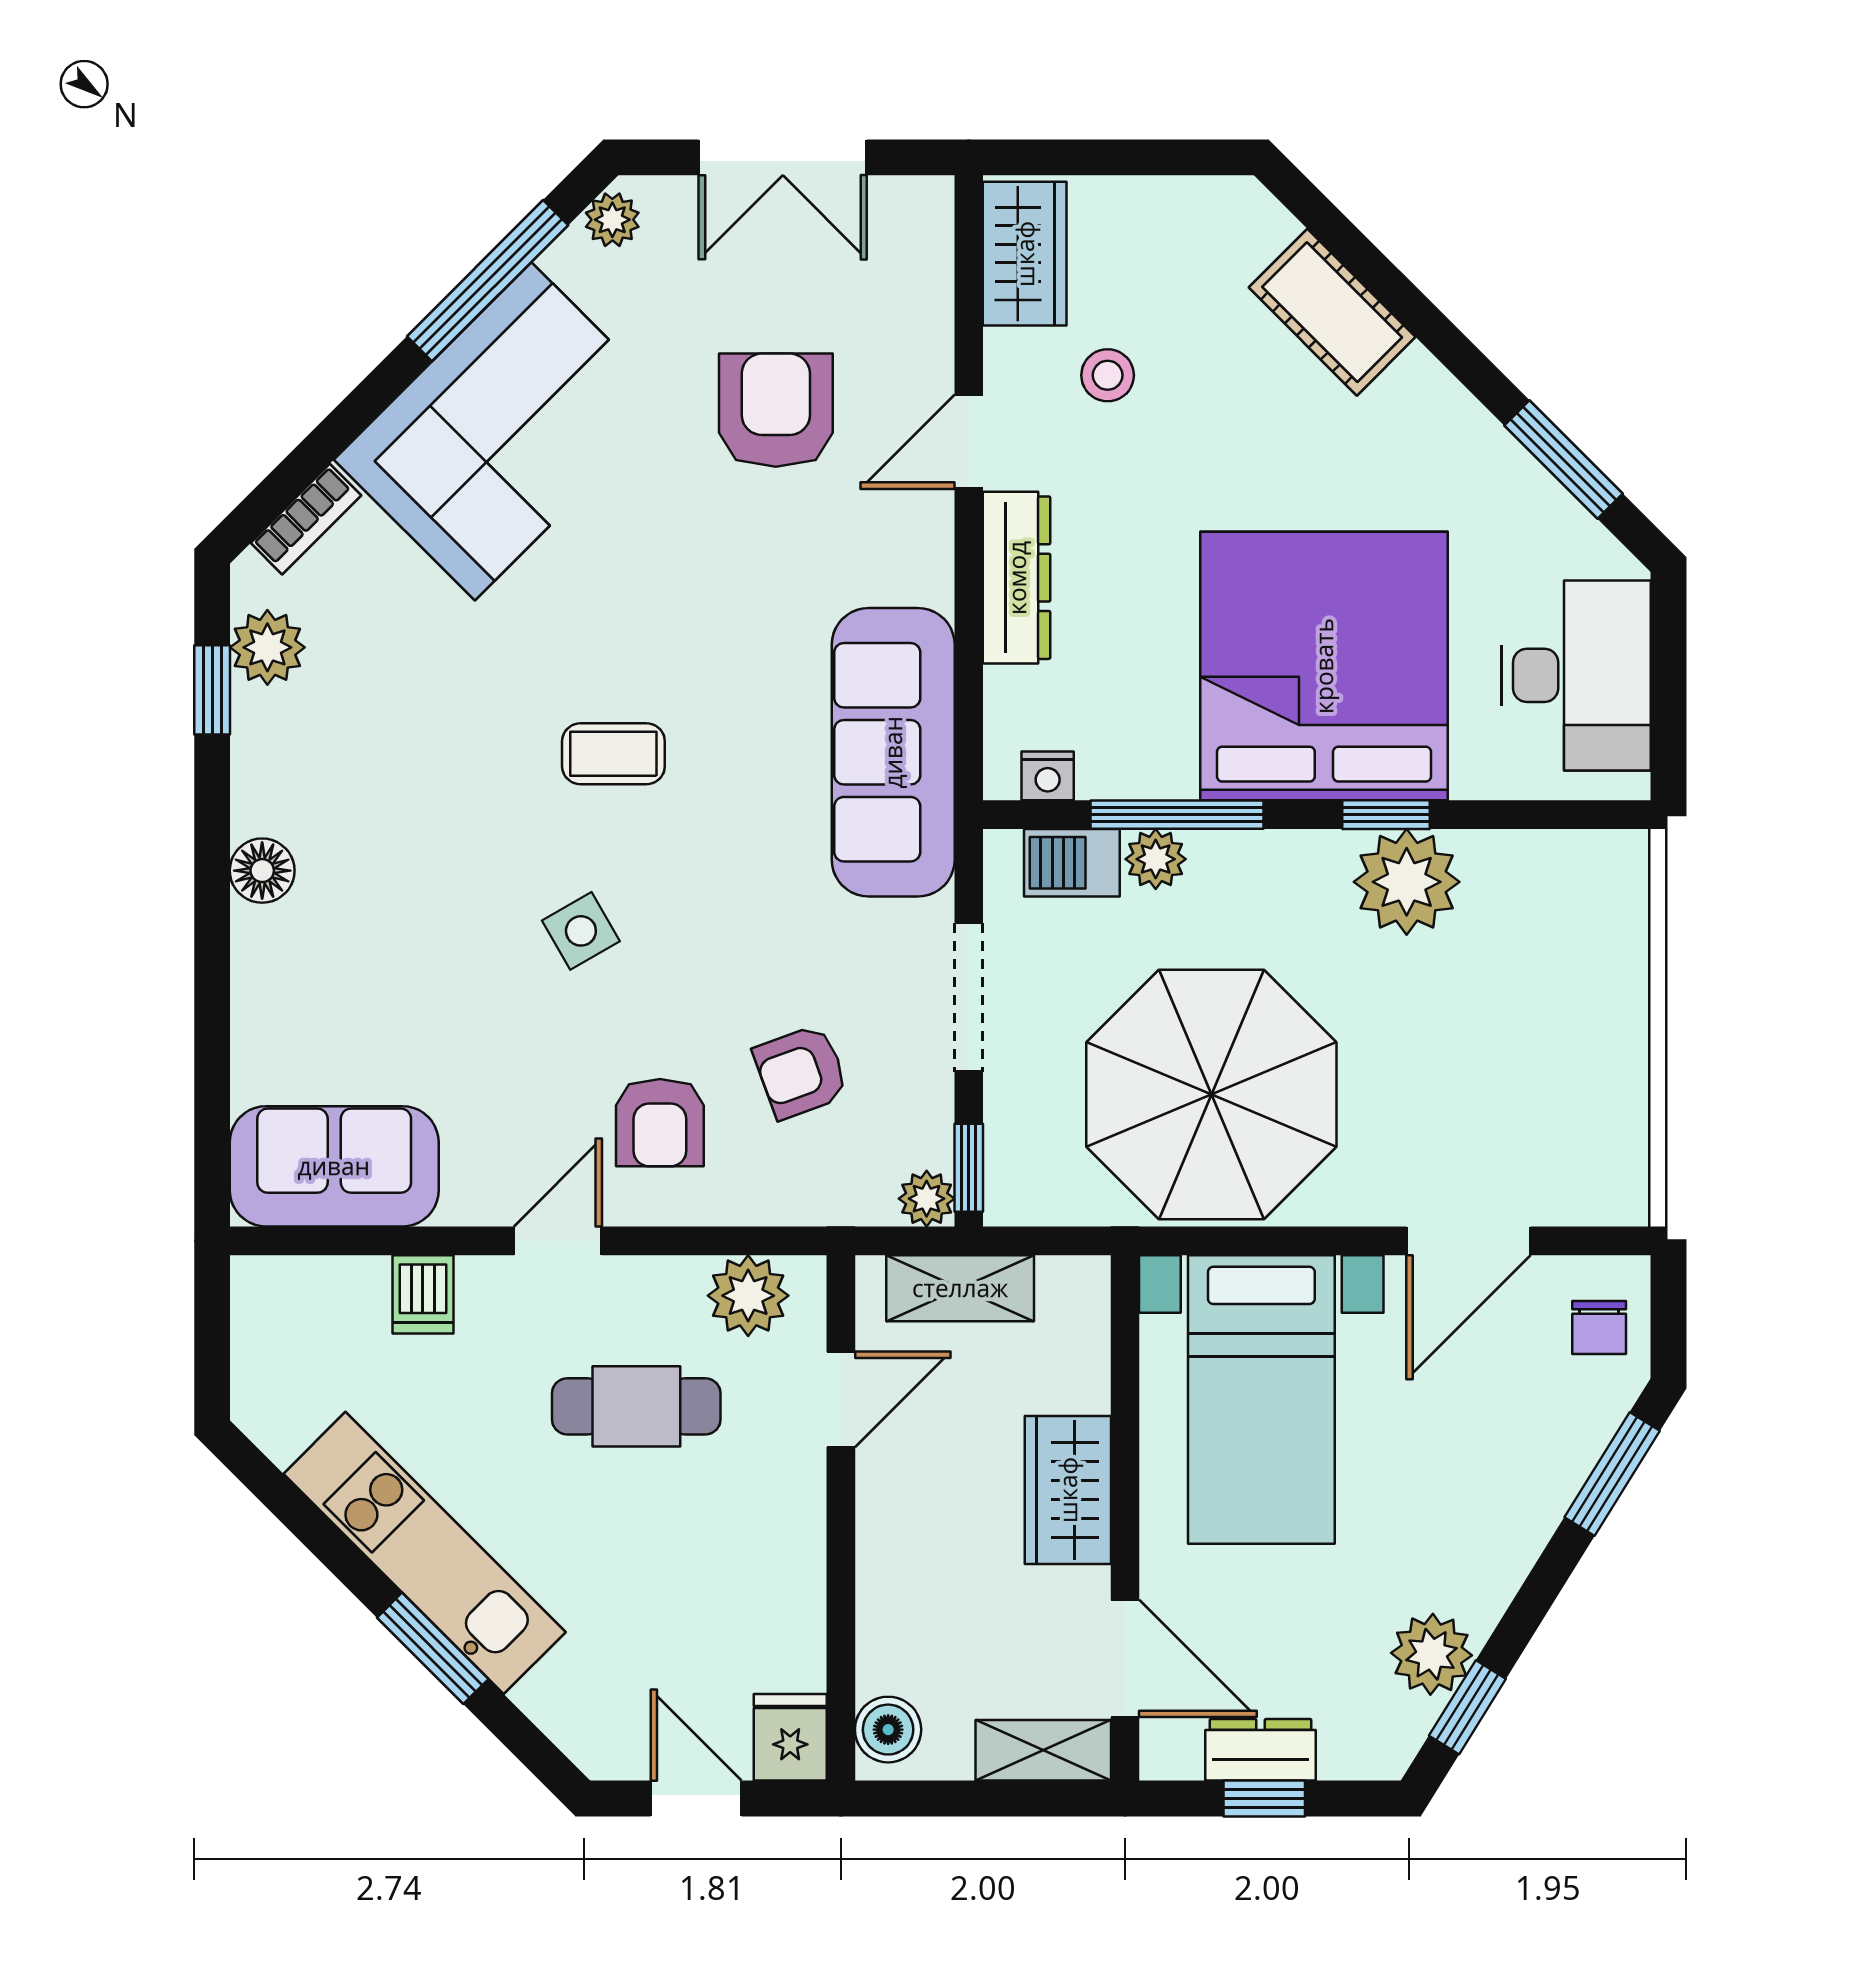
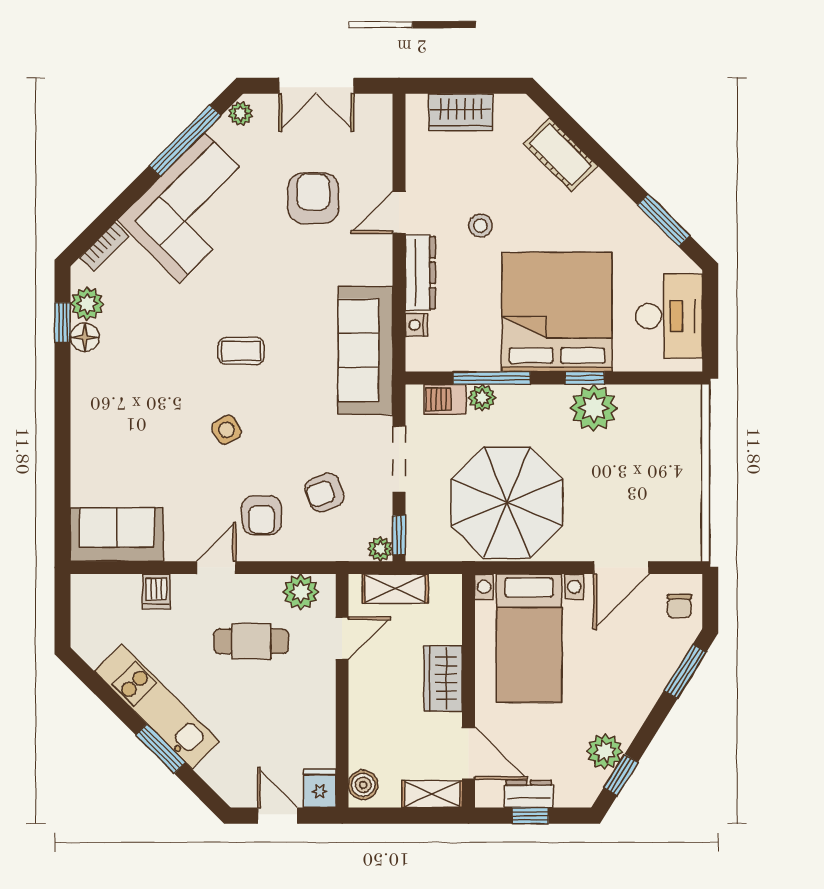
wardrobe: (1025, 254) -> (461, 112), moved, turned 90
stool: (1108, 375) -> (480, 226), moved
nightstand: (1048, 776) -> (416, 325), moved, turned 90
floor lamp: (262, 871) -> (85, 337), moved

